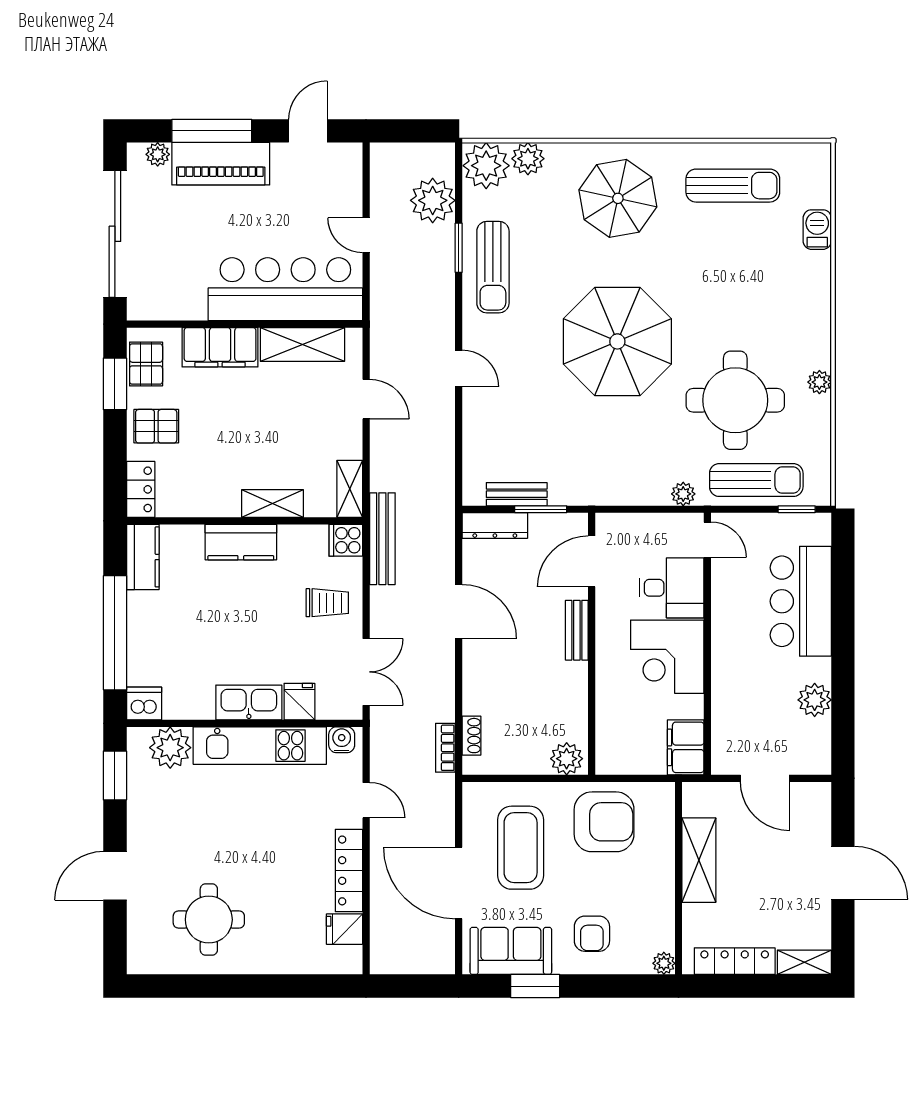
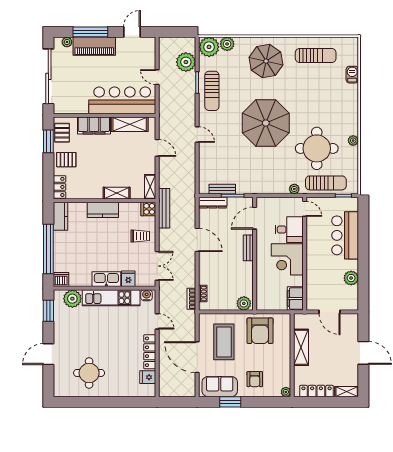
armchair: (604, 822) -> (260, 331), turned 90

